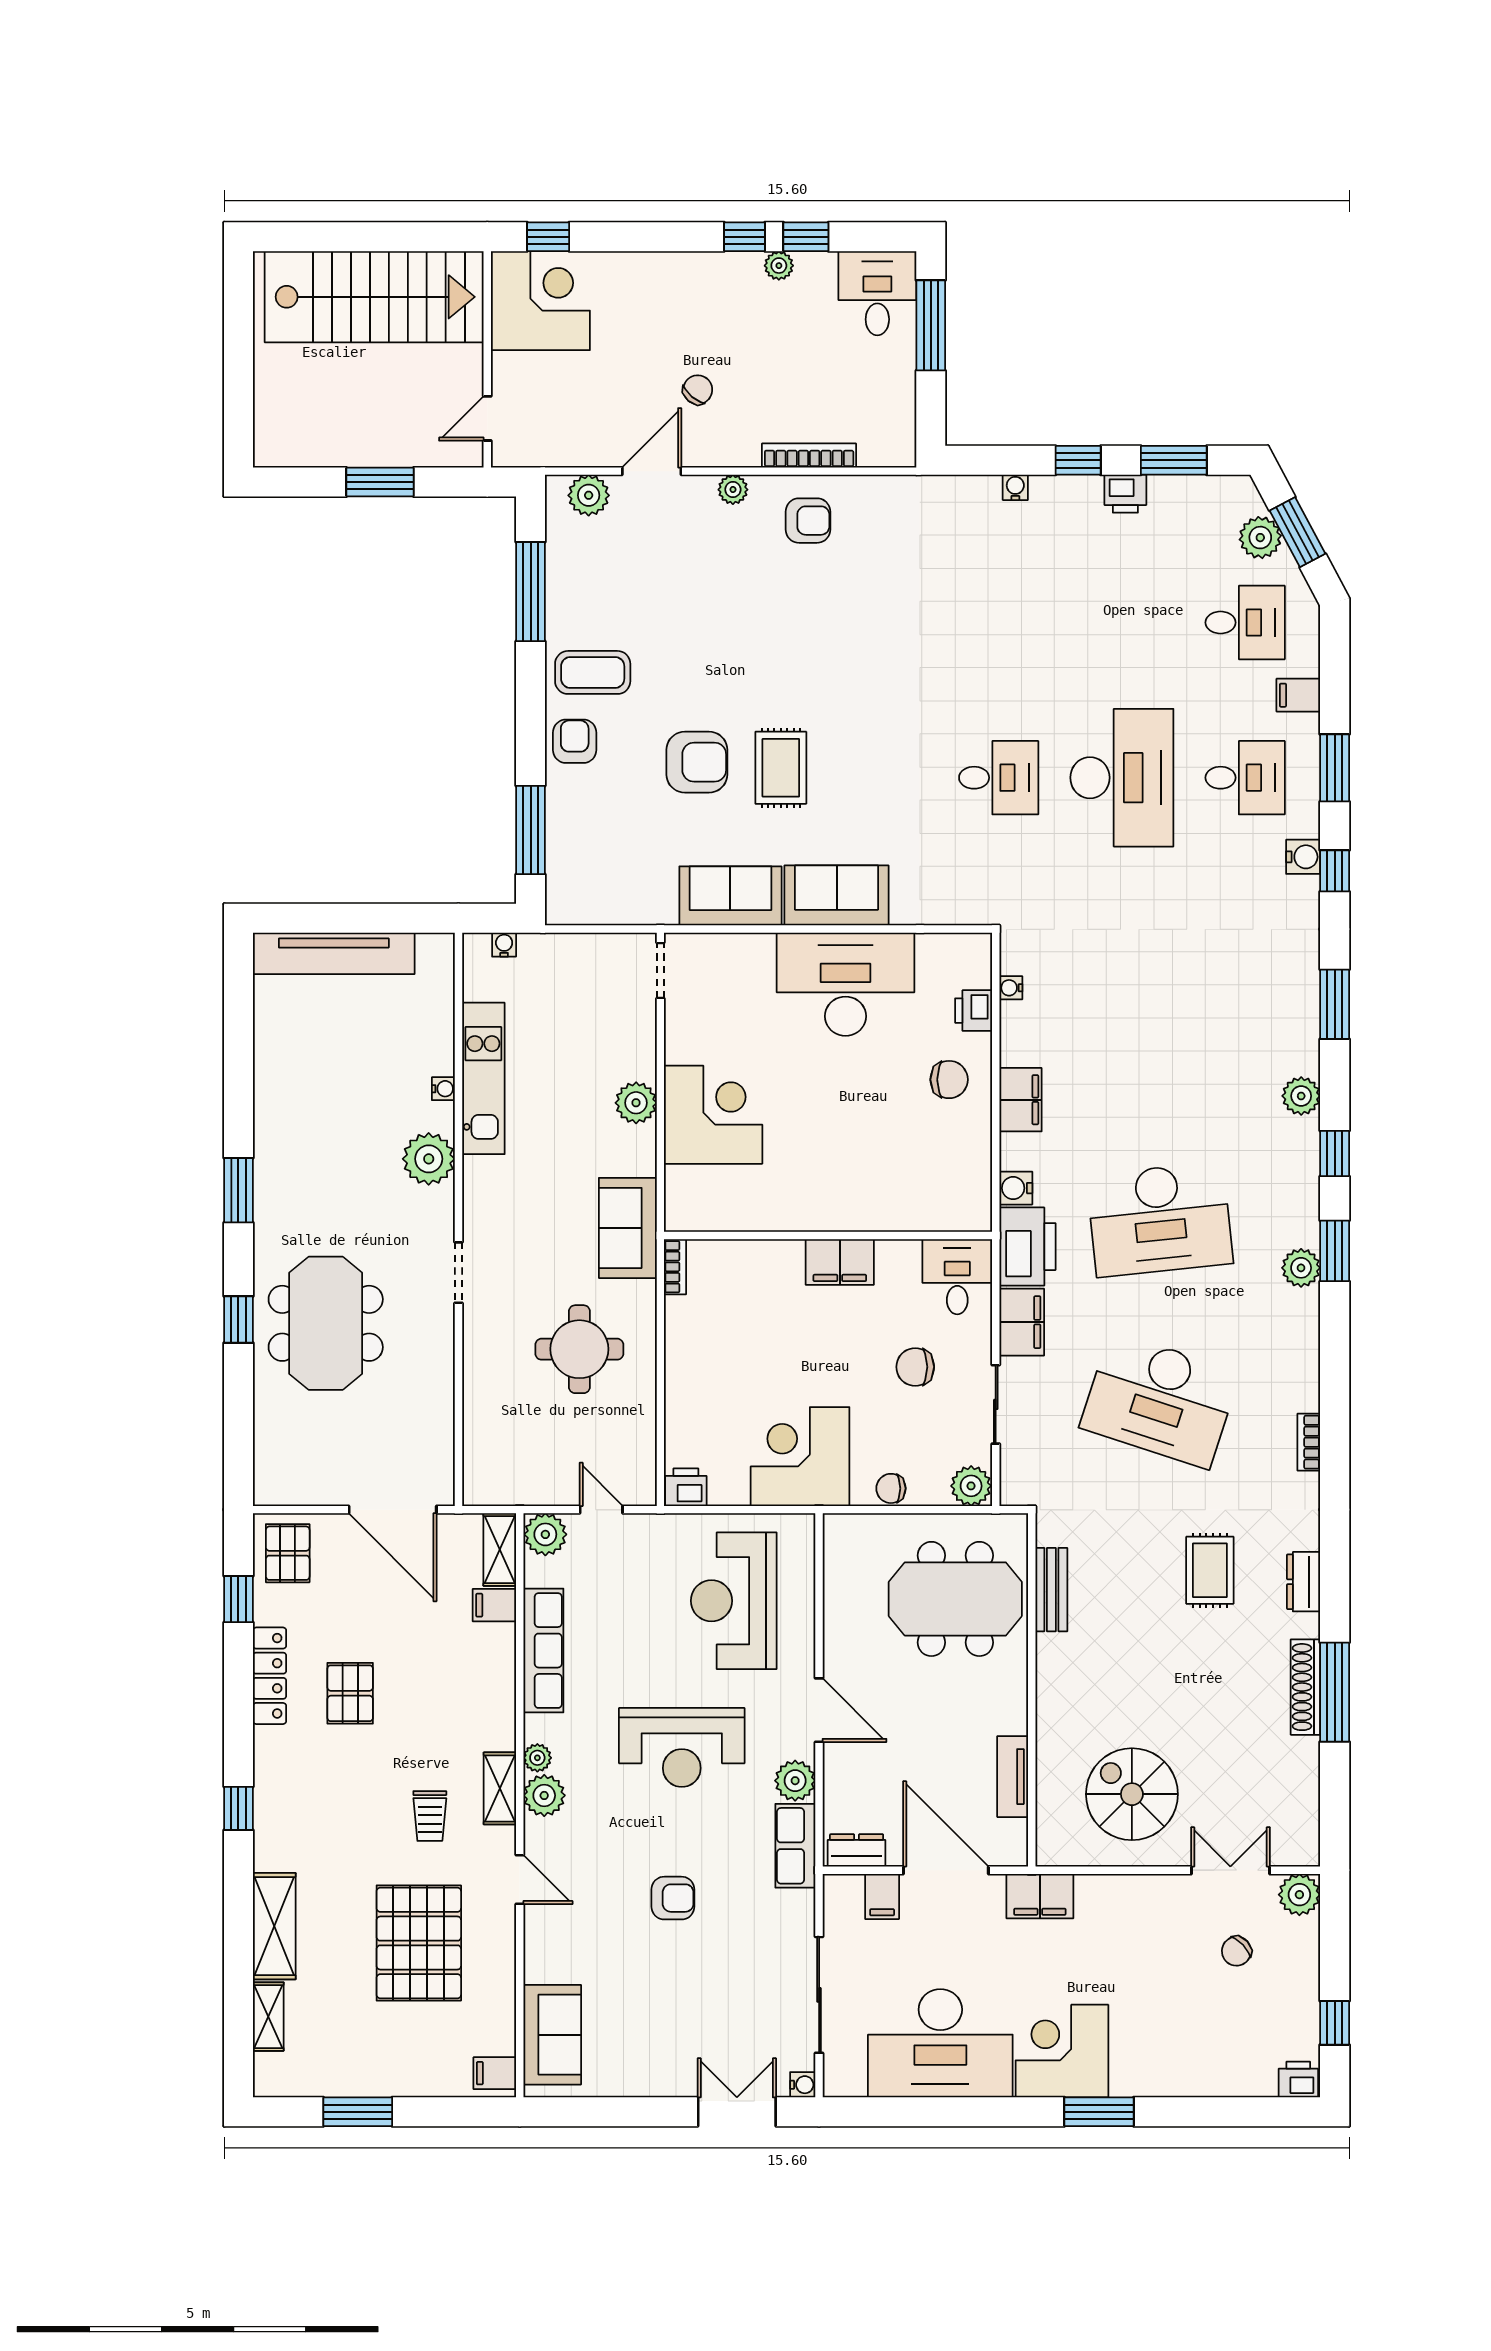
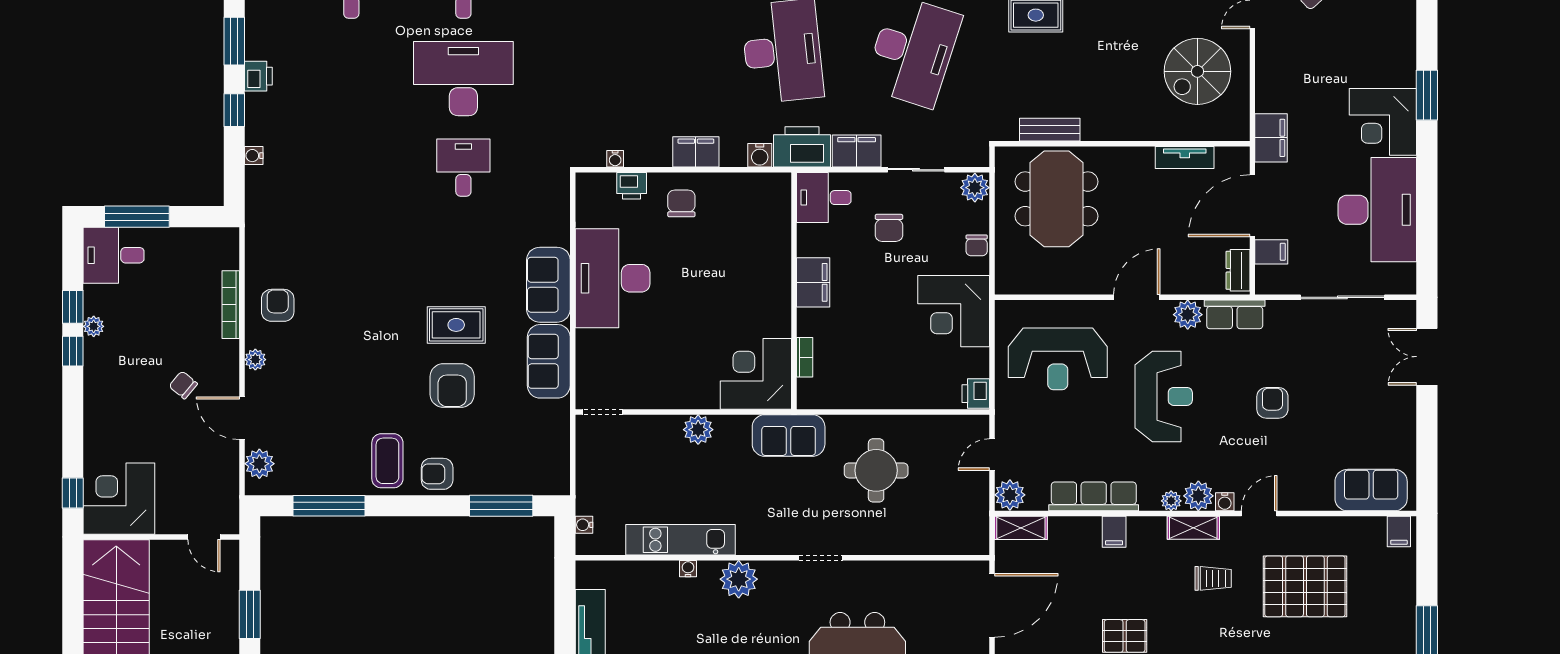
armchair: (697, 762) -> (452, 386), turned 180
corner desk: (713, 1115) -> (756, 374), moved
bookcase: (675, 1267) -> (805, 357), moved, turned 90
filing cabinet: (494, 1605) -> (1114, 532), moved
water cooler: (803, 2085) -> (1225, 502), moved, turned 180

